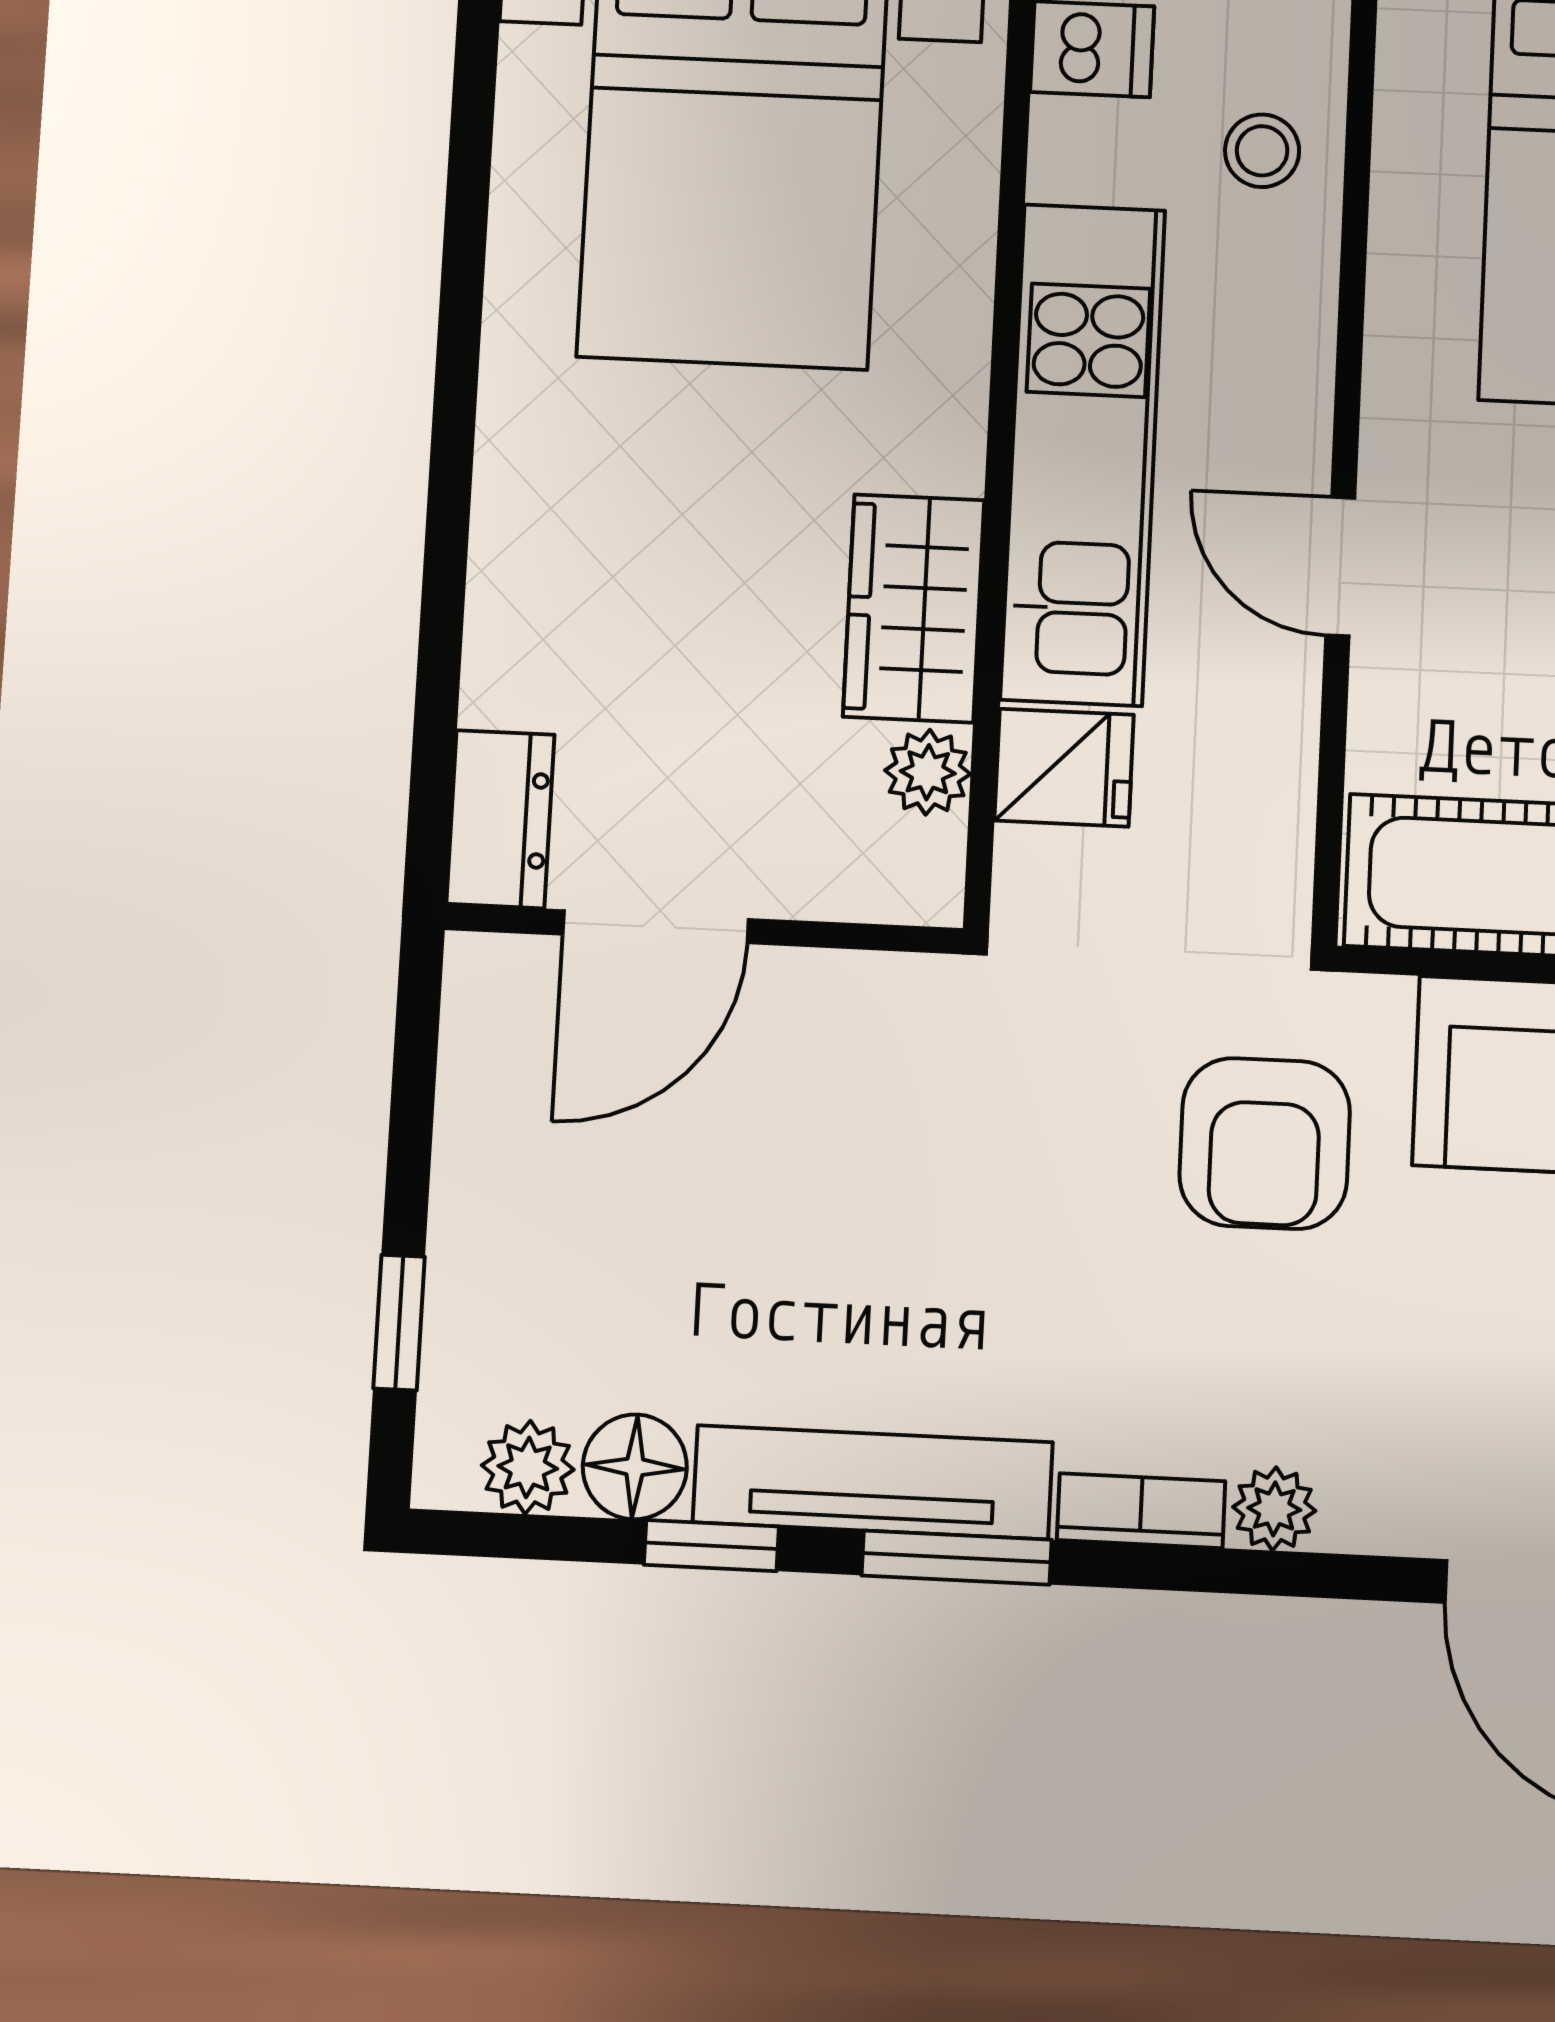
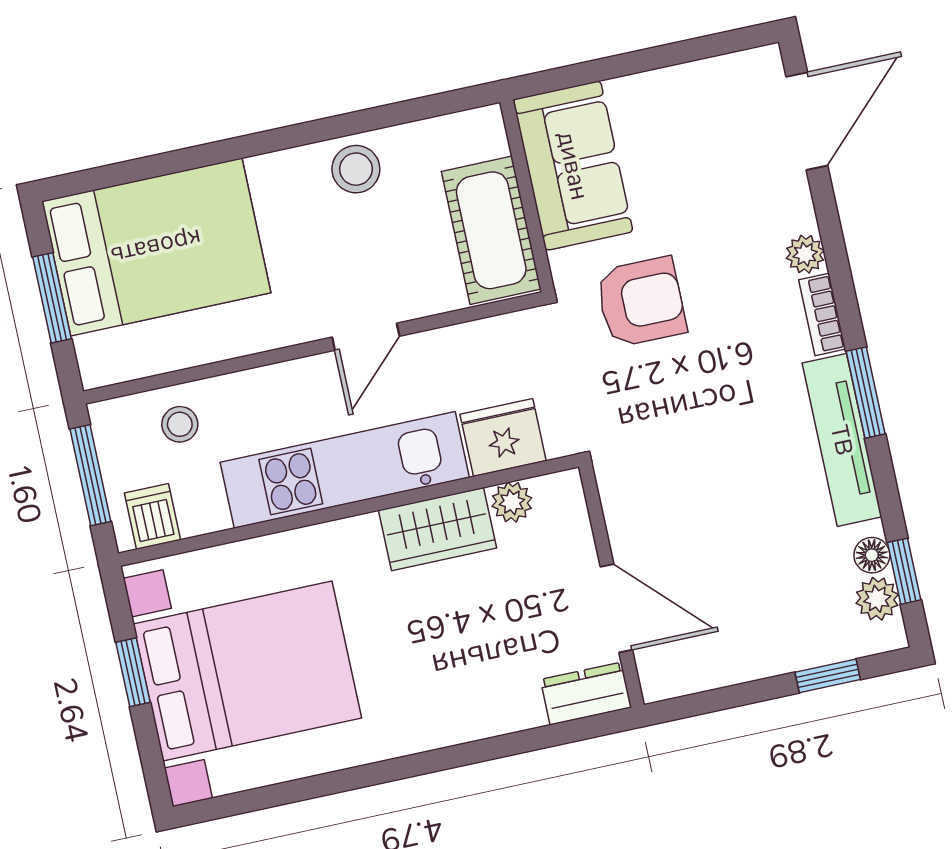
fridge: (1064, 768) -> (503, 438), width x1.38
floor lamp: (635, 1467) -> (872, 555), width x0.73, depth x0.73
window: (711, 1546) -> (904, 571), moved

